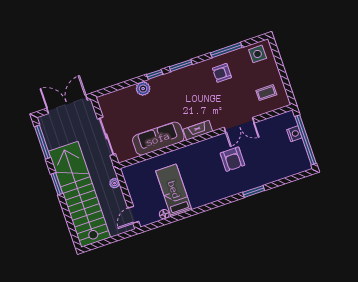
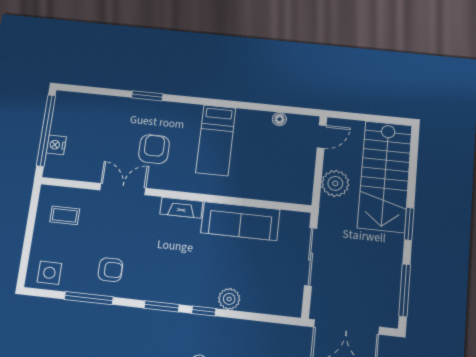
plant: (115, 183) -> (335, 183), width x1.87, depth x1.87
bed: (174, 190) -> (216, 140), moved
stairs: (79, 194) -> (385, 176), width x0.73

